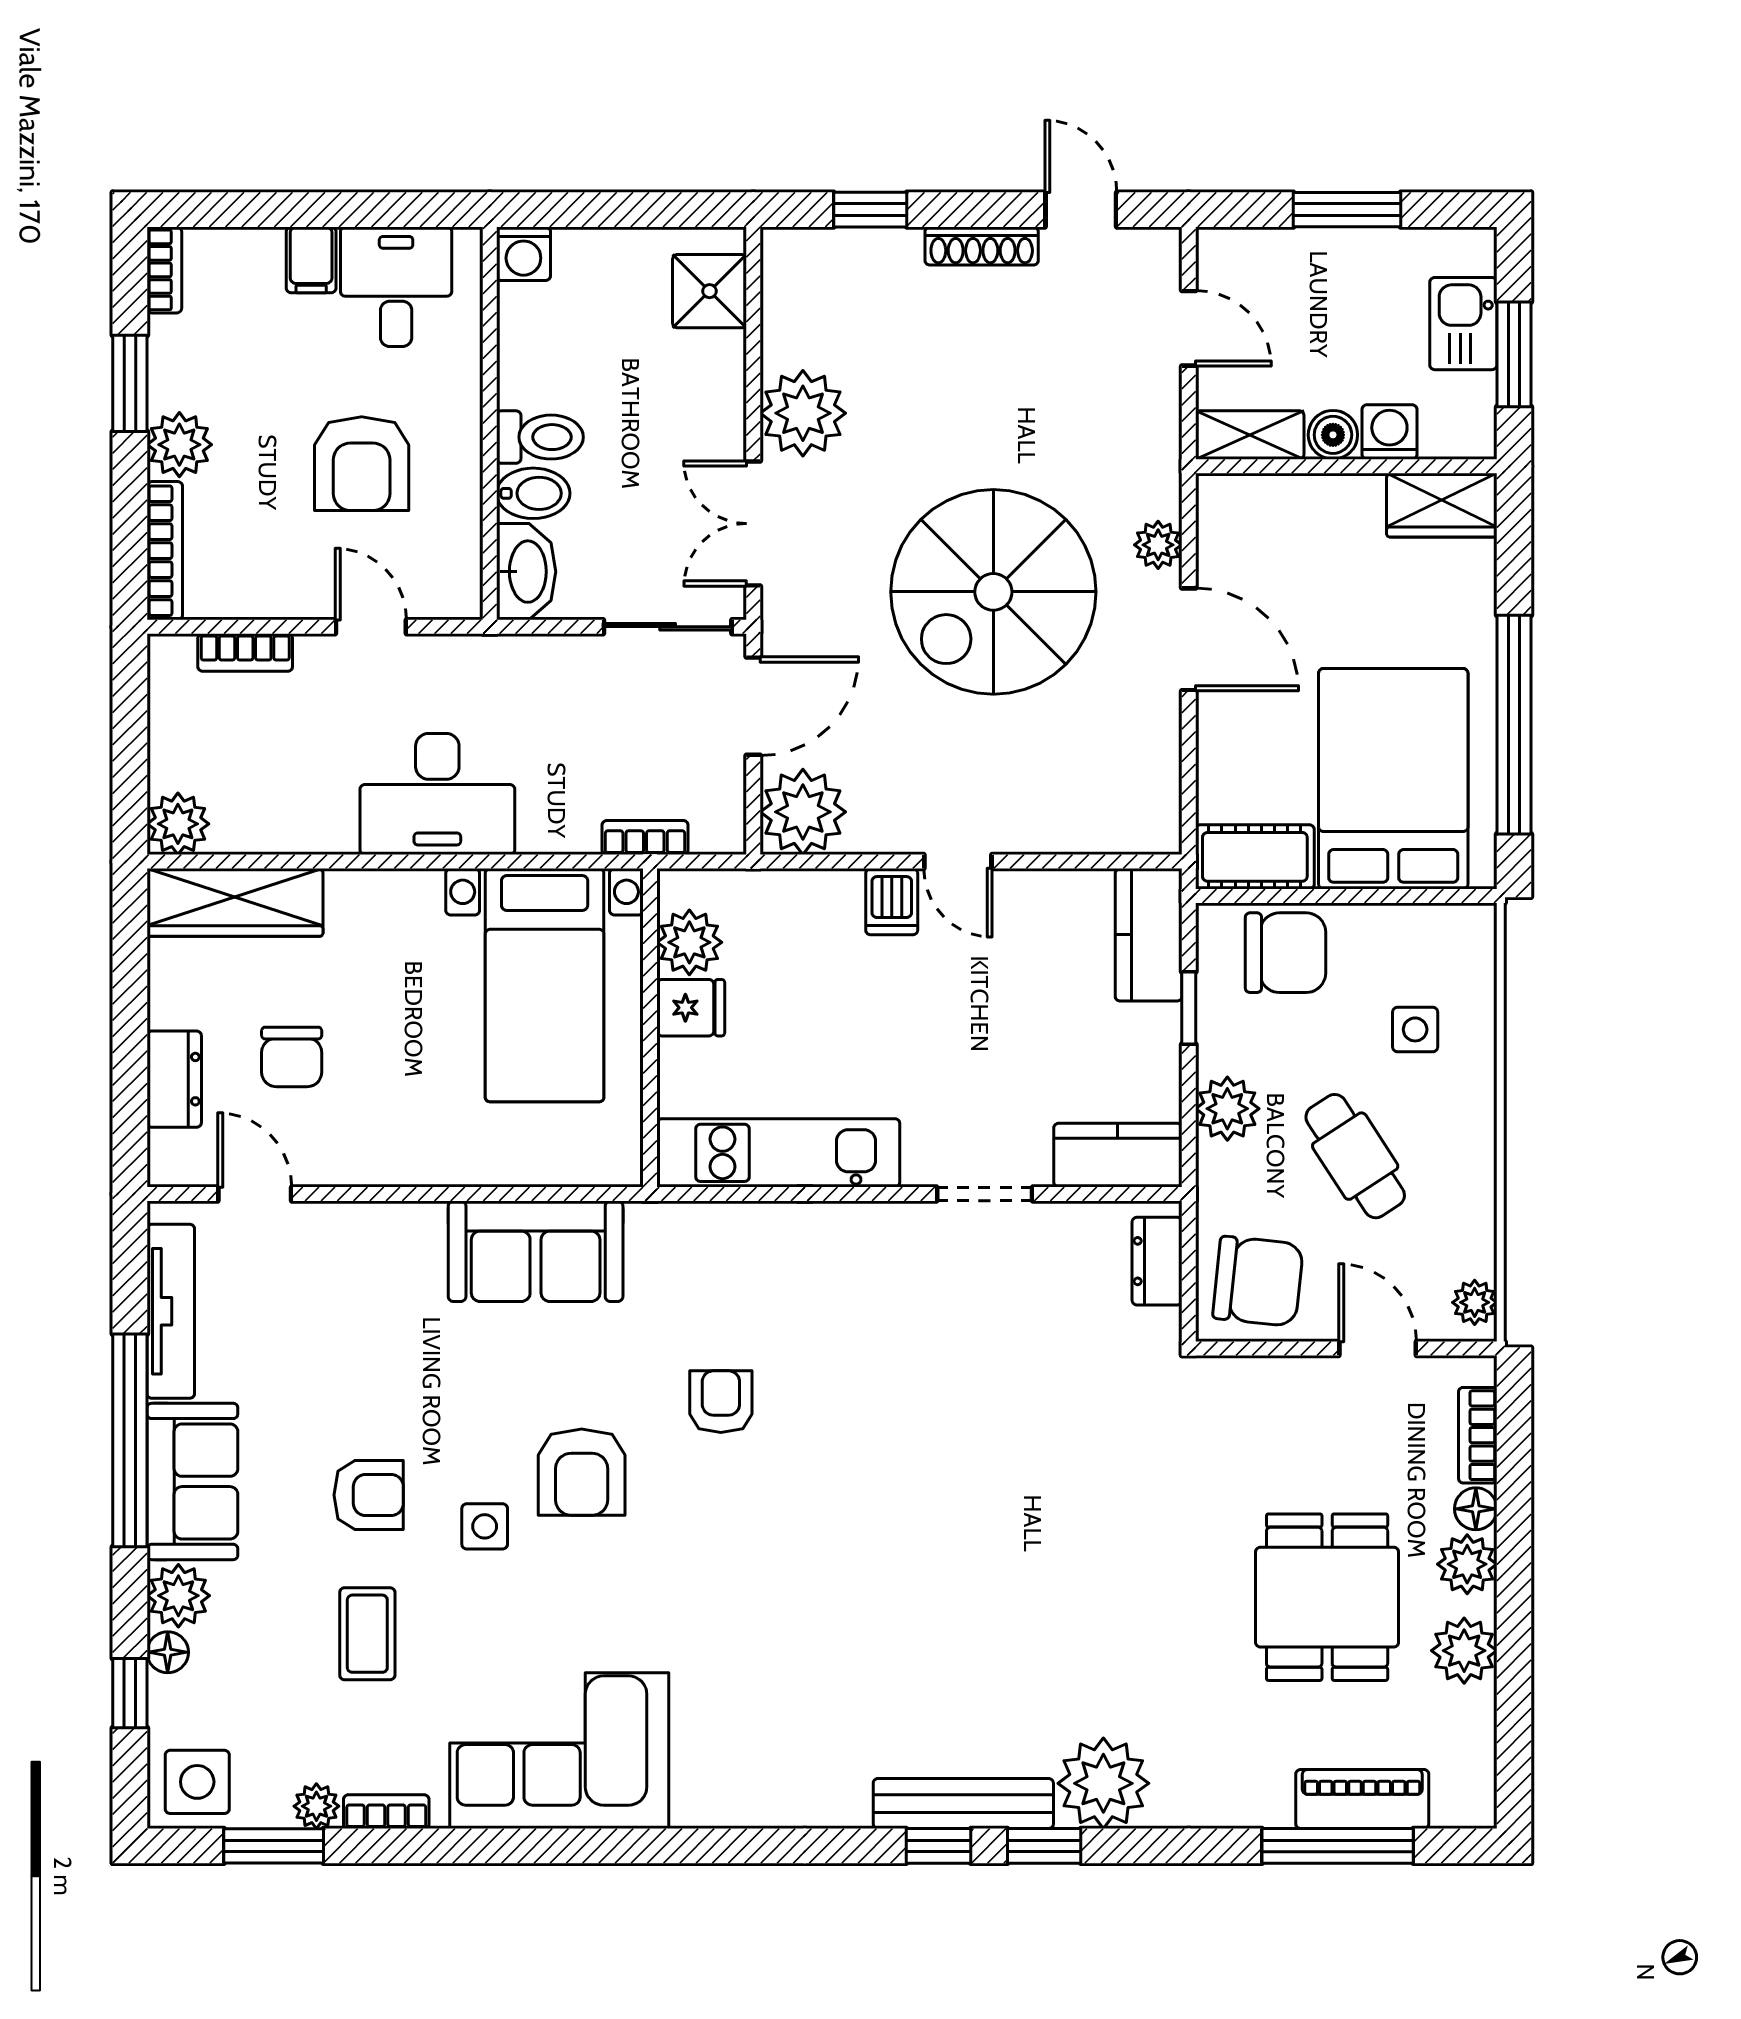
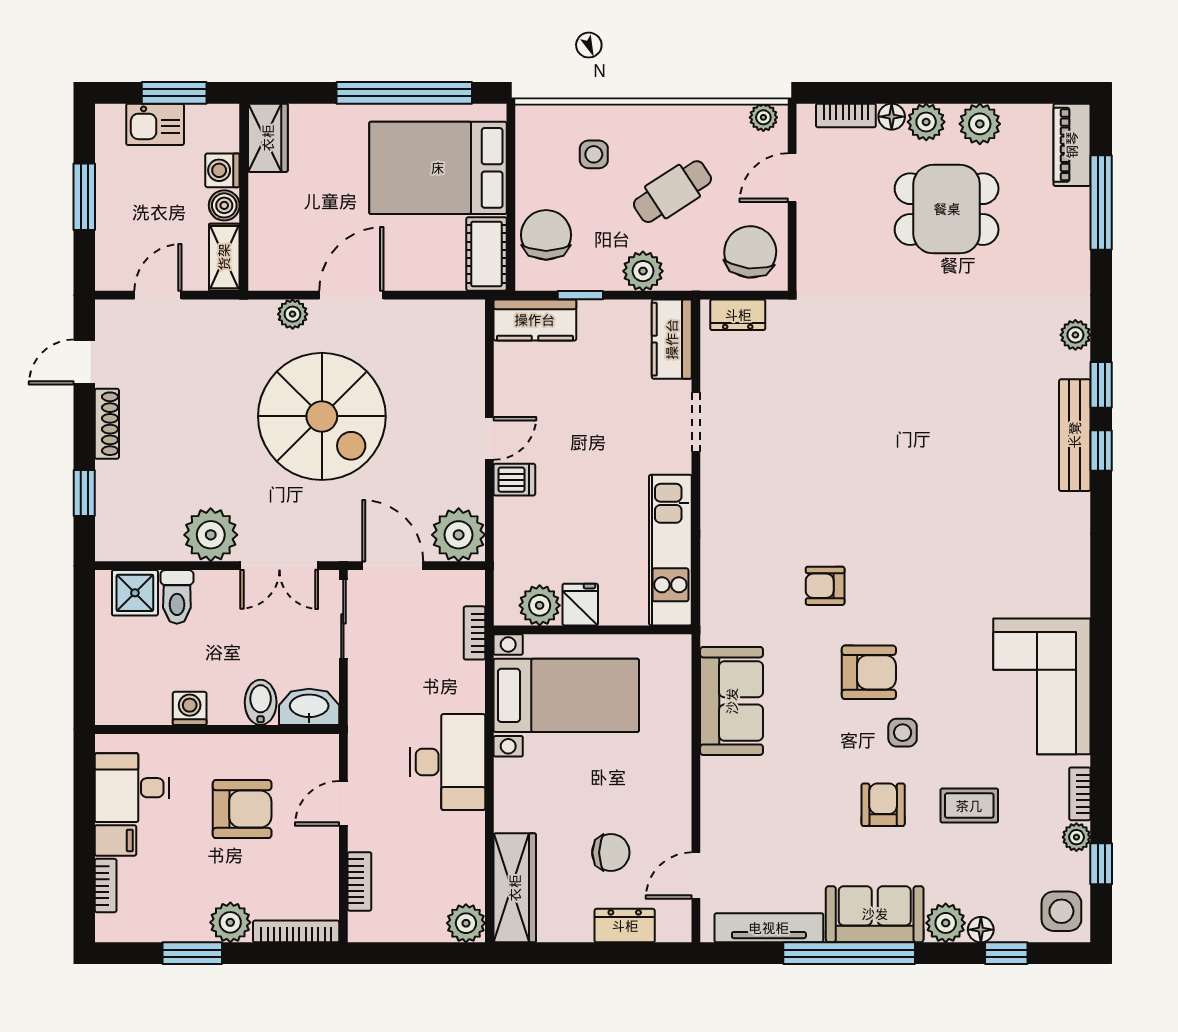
washing machine: (523, 254) -> (190, 708), moved, turned -90
bookcase: (164, 270) -> (106, 886), moved, turned 90
toilet: (540, 437) -> (177, 597), moved, turned 180
plant: (1103, 1783) -> (1075, 335), width x0.53, depth x0.53
piano: (1362, 1799) -> (1072, 145), moved
window: (274, 1846) -> (1101, 864), width x0.67

